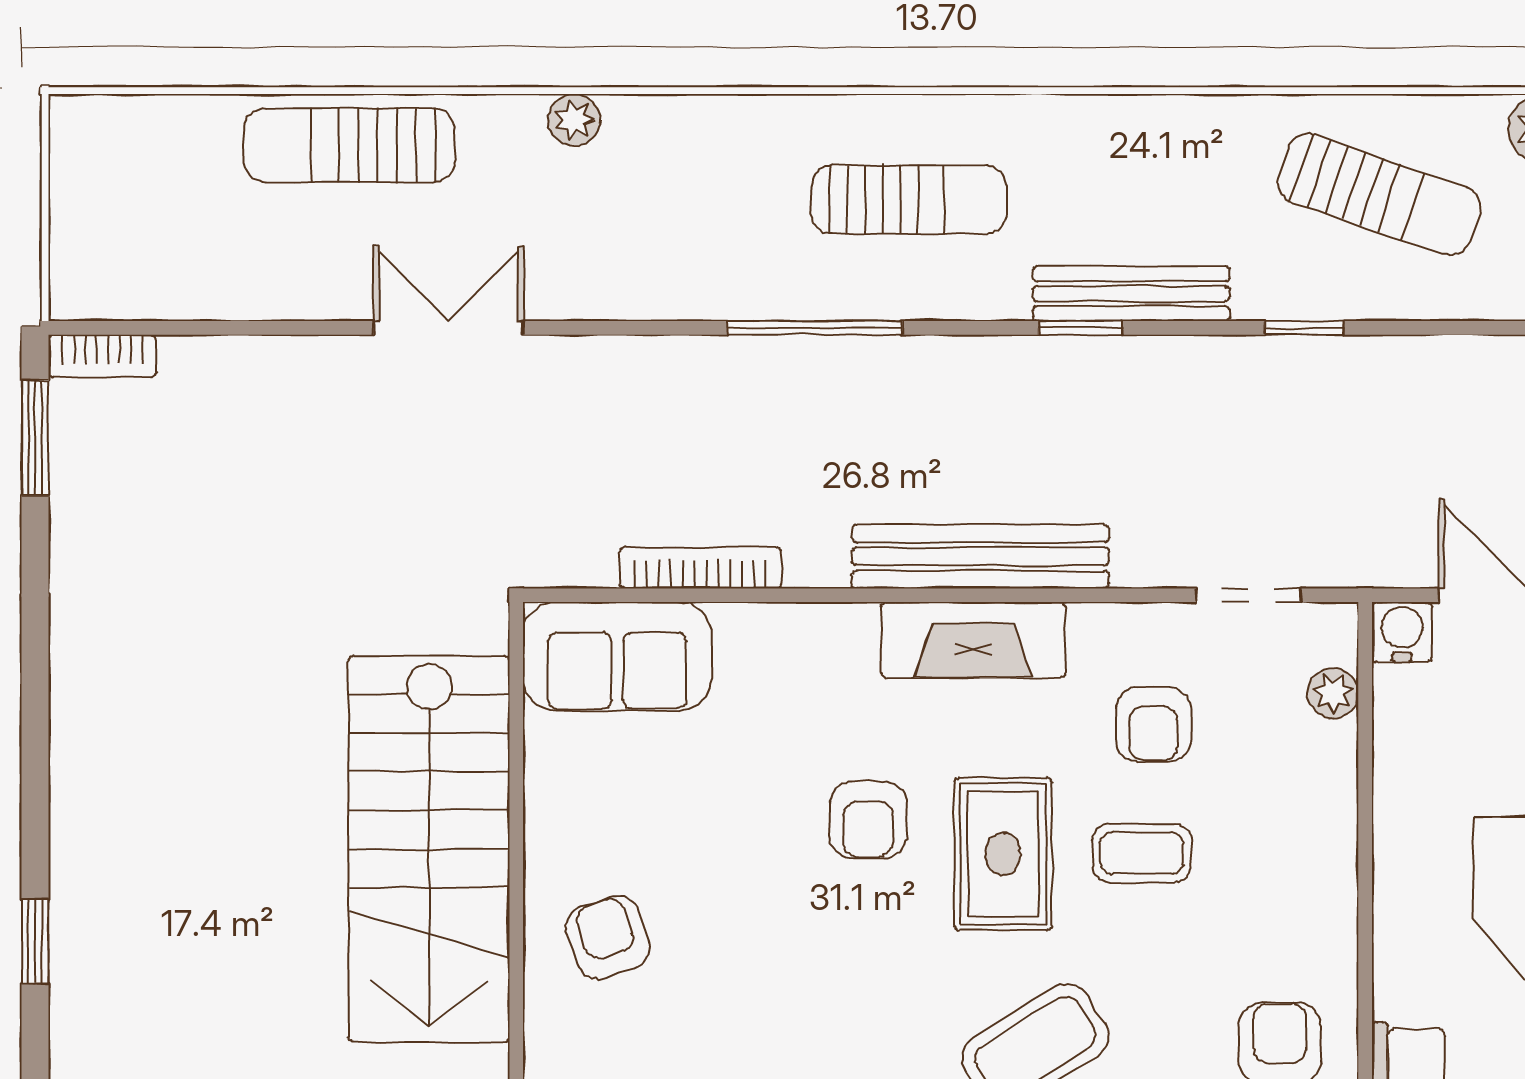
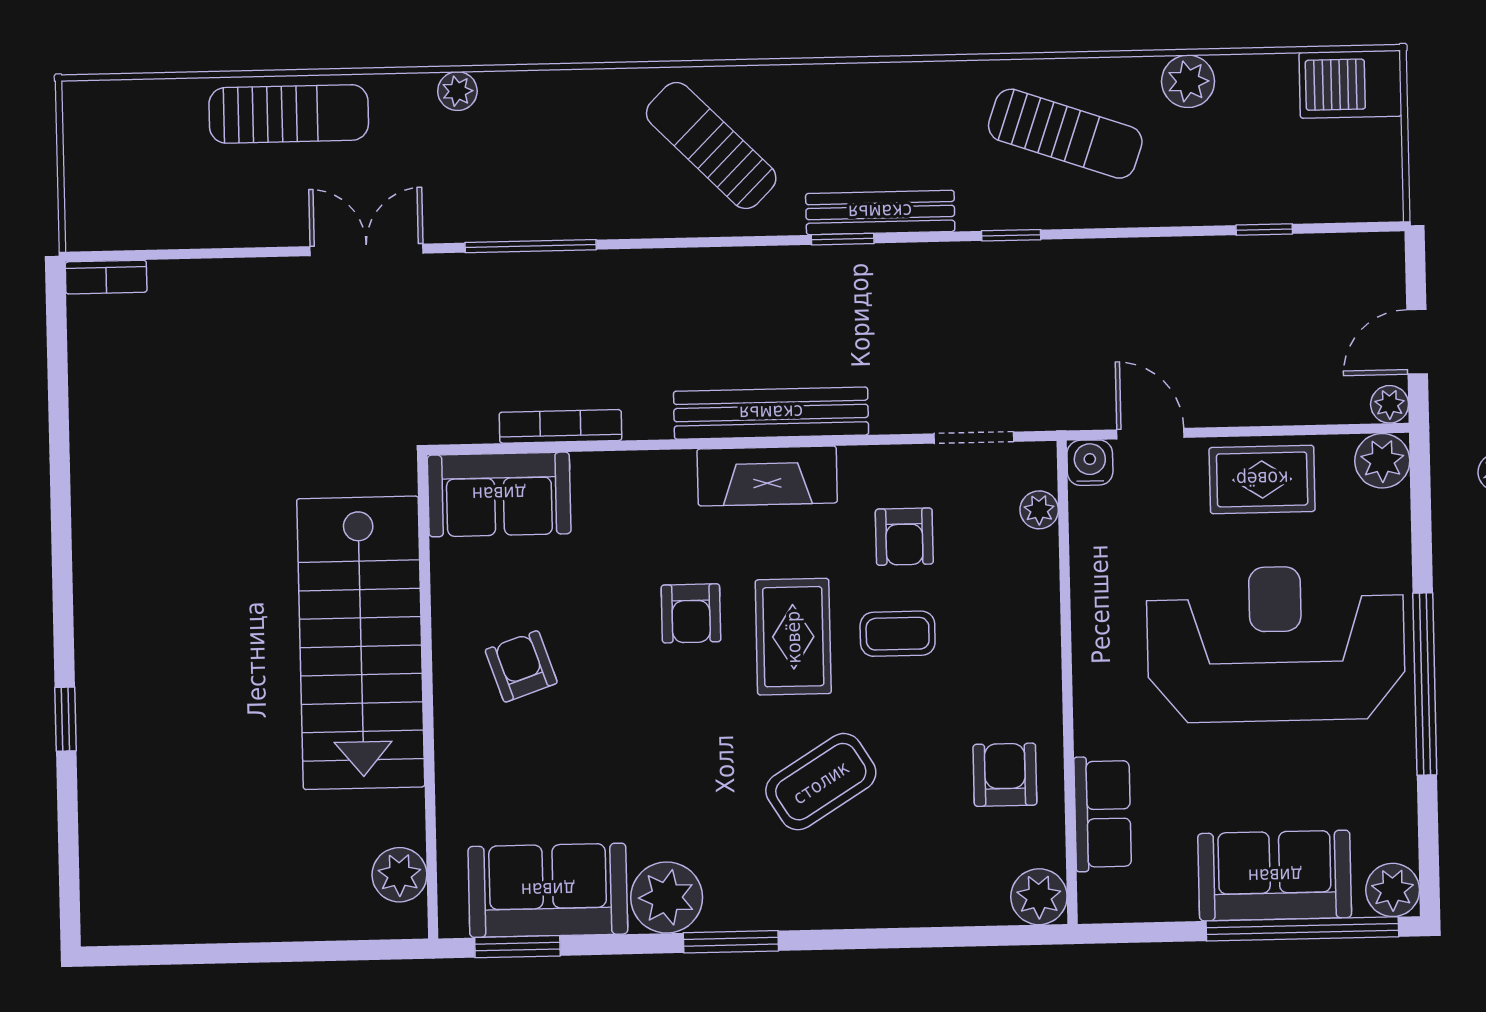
sun lounger: (349, 145) -> (289, 114), turned 180
sun lounger: (909, 200) -> (711, 146), turned -135
window: (815, 328) -> (531, 246), moved
window: (35, 438) -> (57, 340), removed
armchair: (608, 937) -> (521, 666), moved

